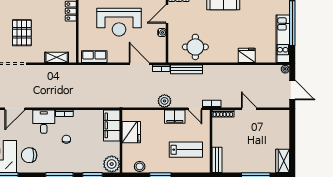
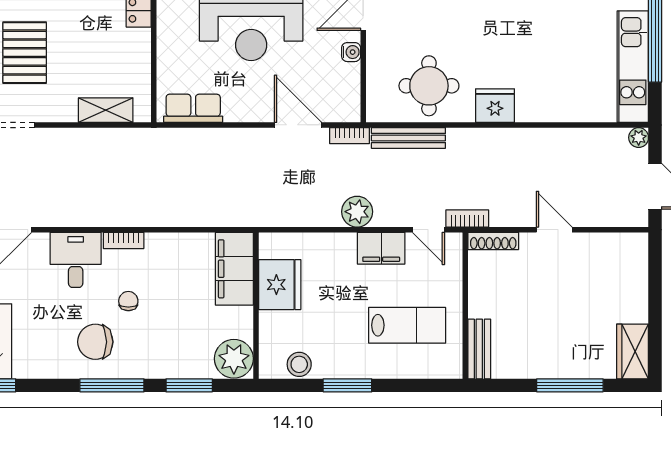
fridge: (247, 55) -> (495, 106), moved
chair: (29, 155) -> (95, 342), moved

